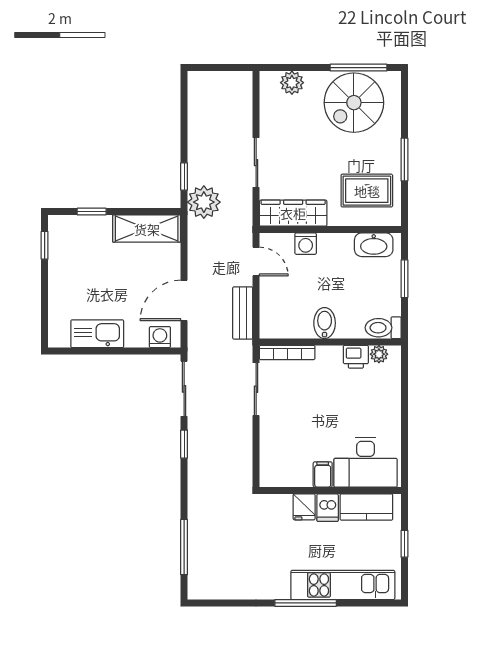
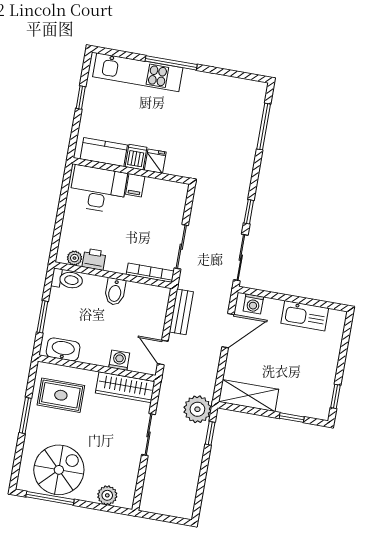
desk: (366, 462) -> (98, 189), moved
filing cabinet: (323, 475) -> (135, 185), moved
wall: (330, 490) -> (131, 171), moved
fridge: (304, 507) -> (155, 161), moved
kitchen counter: (366, 507) -> (104, 152), moved
dishwasher: (328, 508) -> (136, 157), moved

